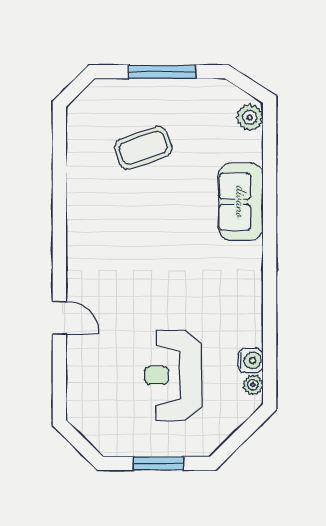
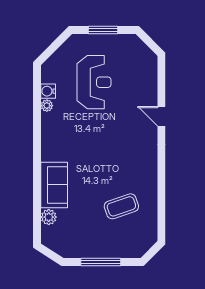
plant: (250, 117) -> (49, 217), moved
coffee table: (143, 148) -> (121, 206), moved
plant: (253, 385) -> (47, 106), moved

